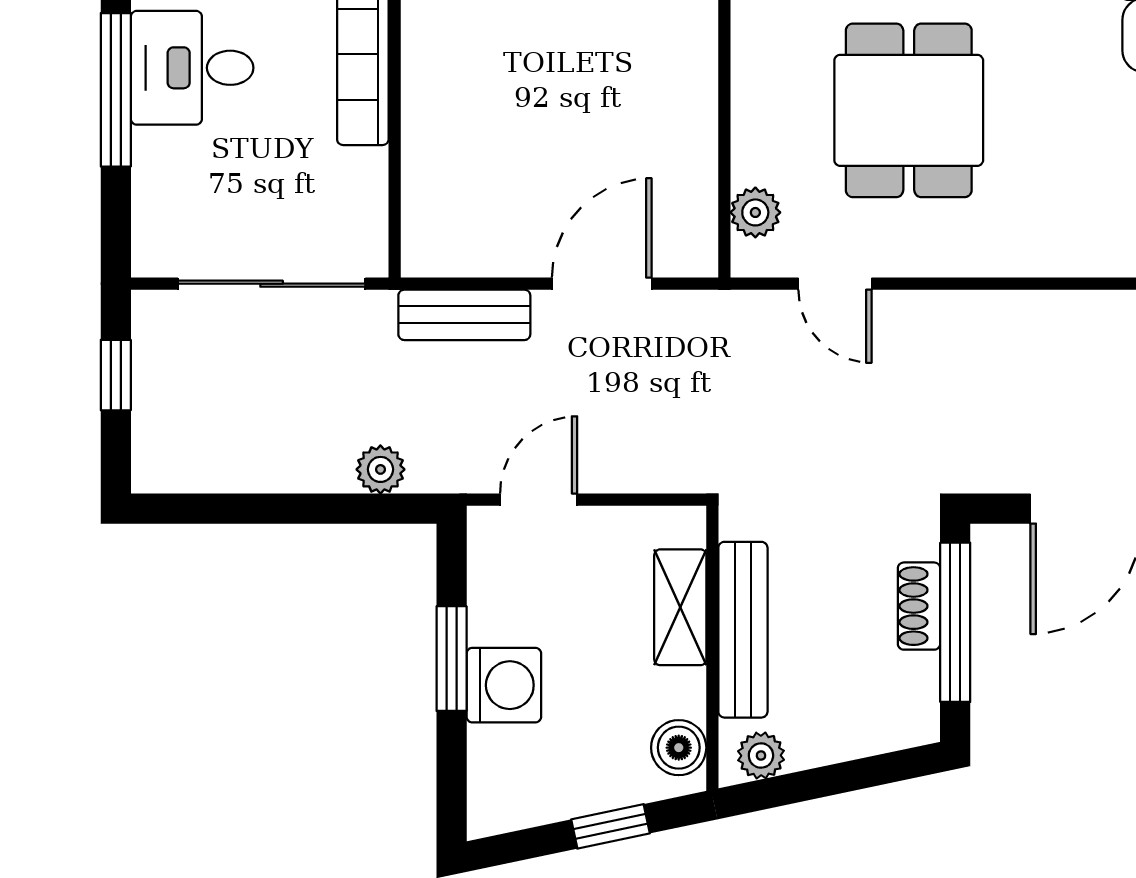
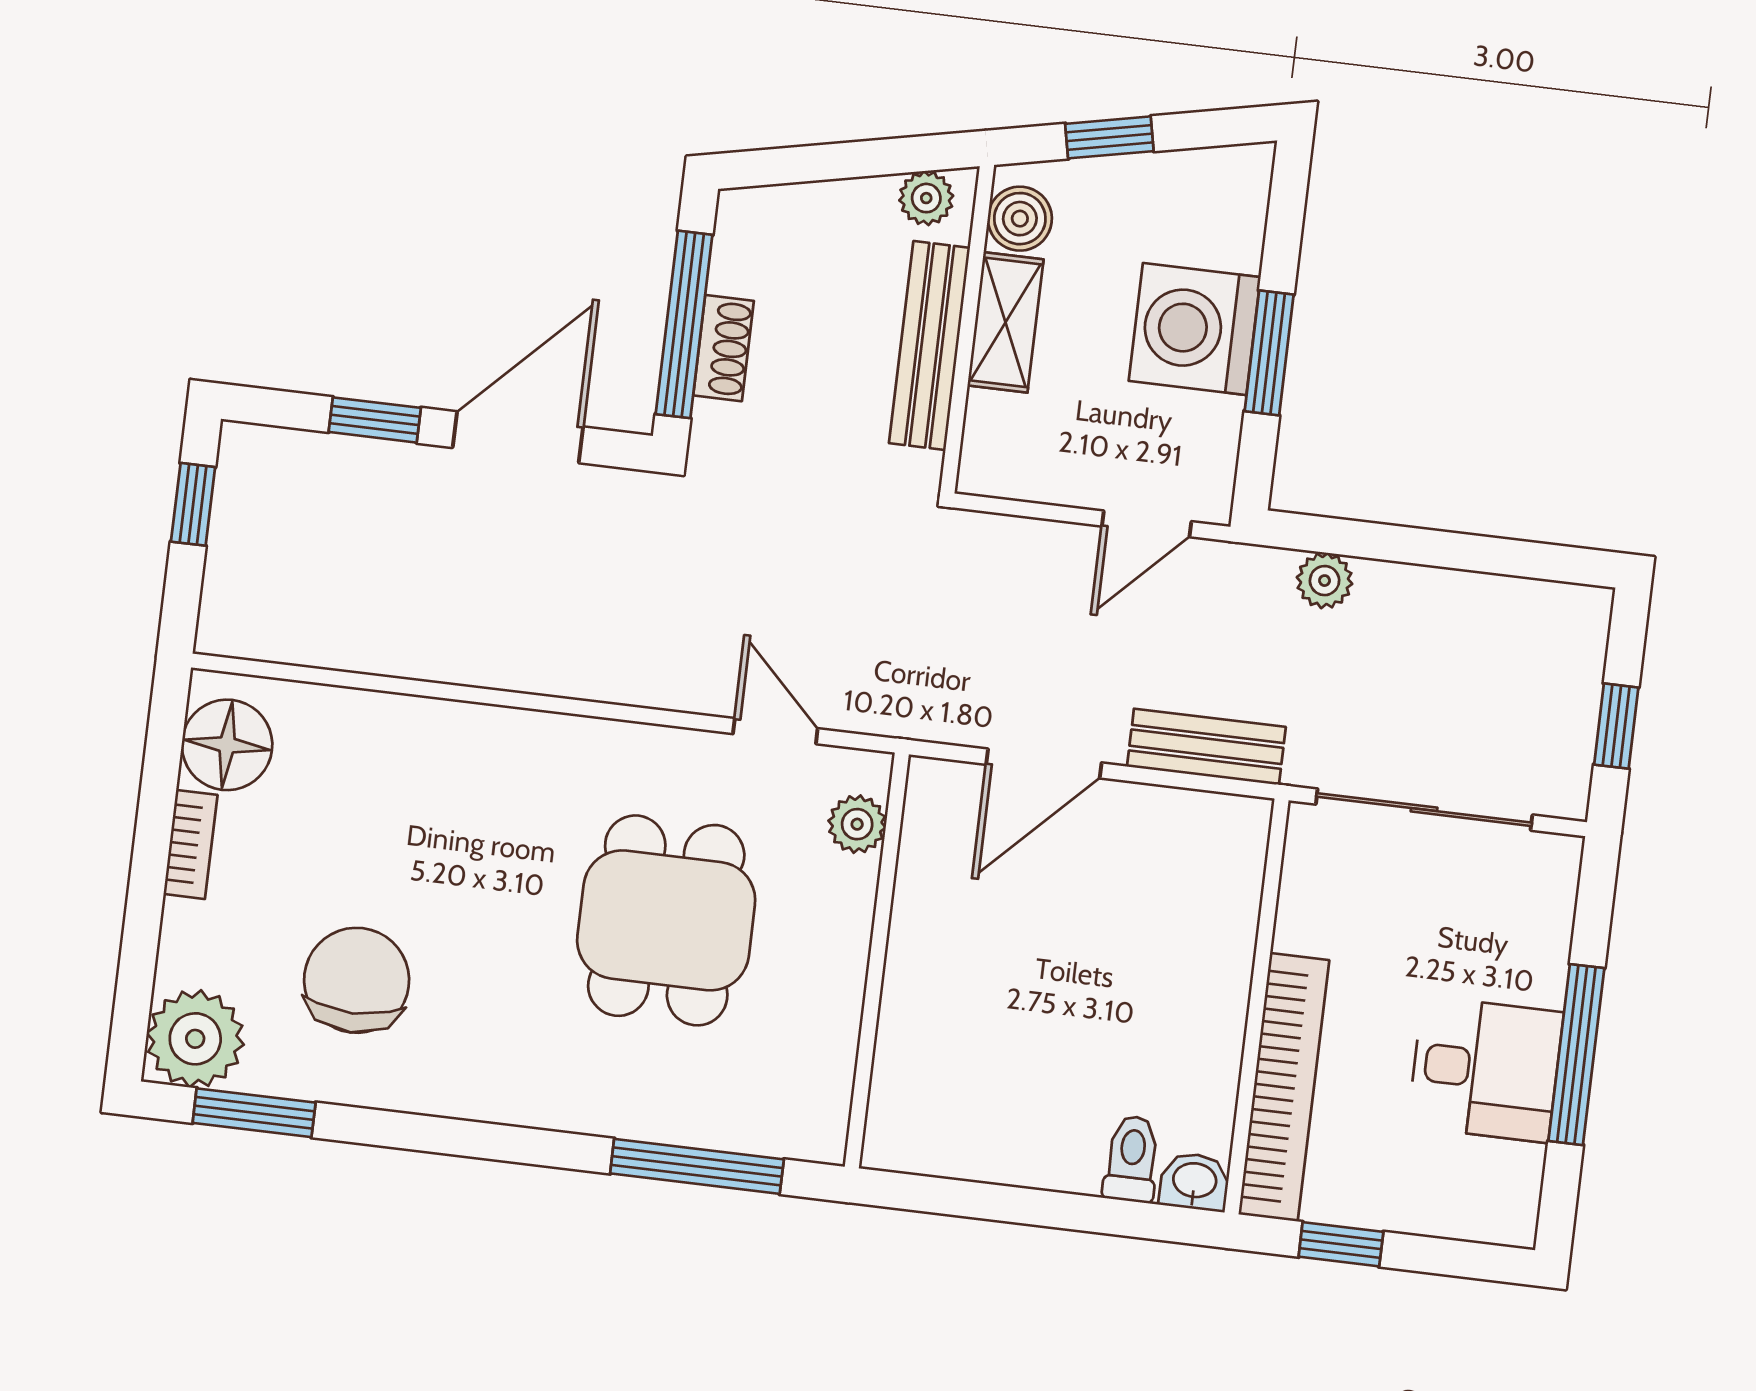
shelving: (680, 607) -> (1005, 322), moved
washing machine: (504, 685) -> (1195, 329), width x1.37, depth x1.37

